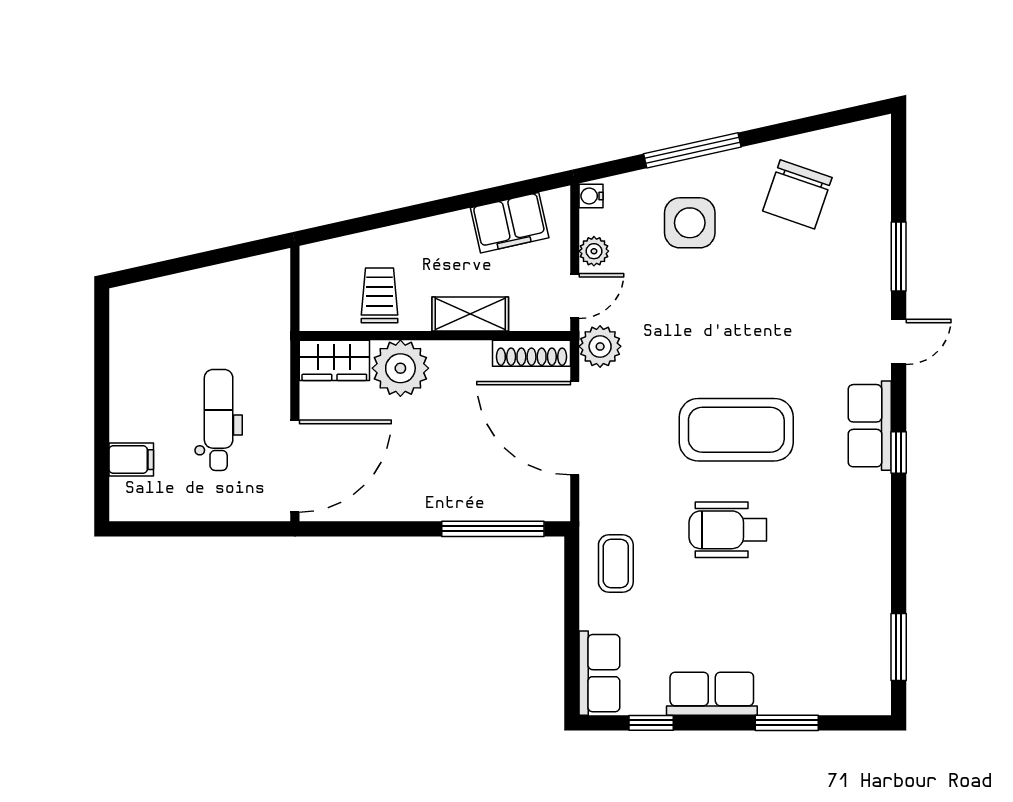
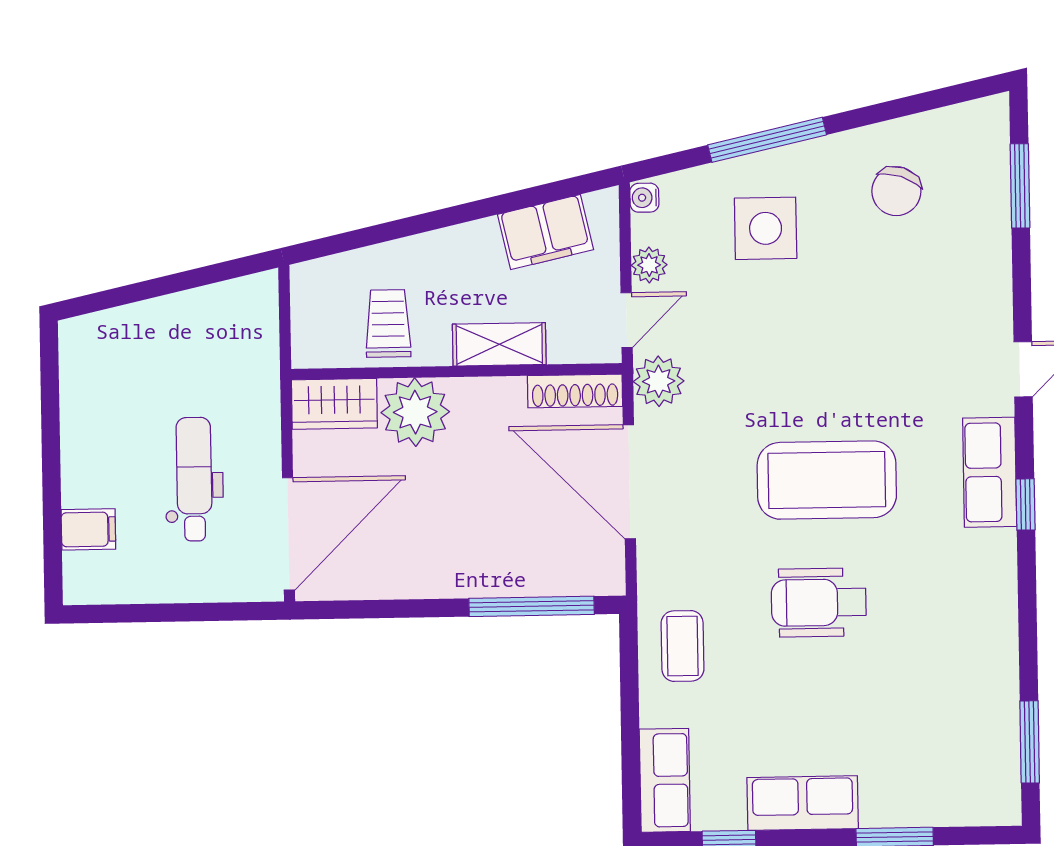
chair: (797, 194) -> (896, 191), width x0.73, depth x0.73
window: (899, 256) -> (1020, 186), moved

